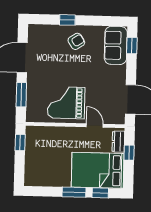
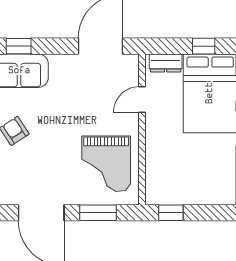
grand piano: (66, 103) -> (106, 164), moved
window: (129, 153) -> (204, 46), moved

